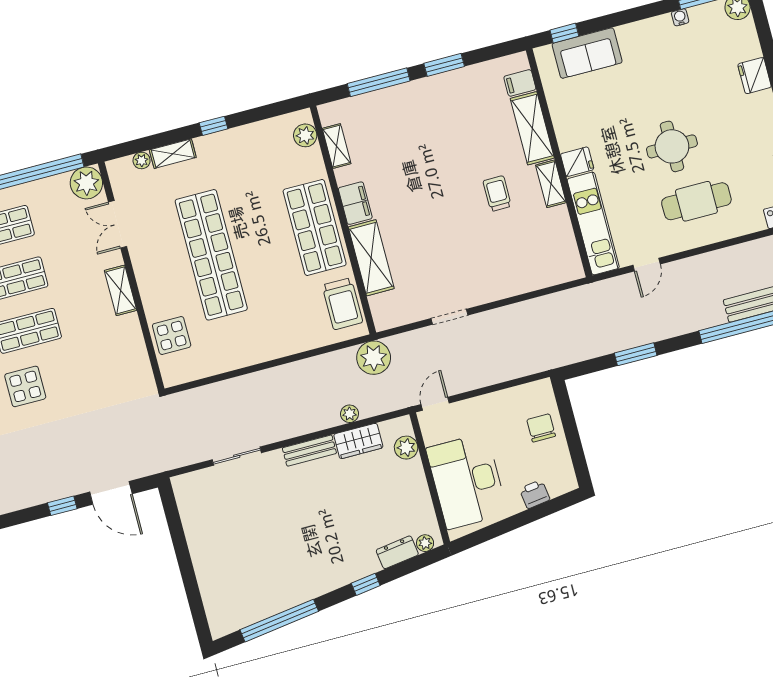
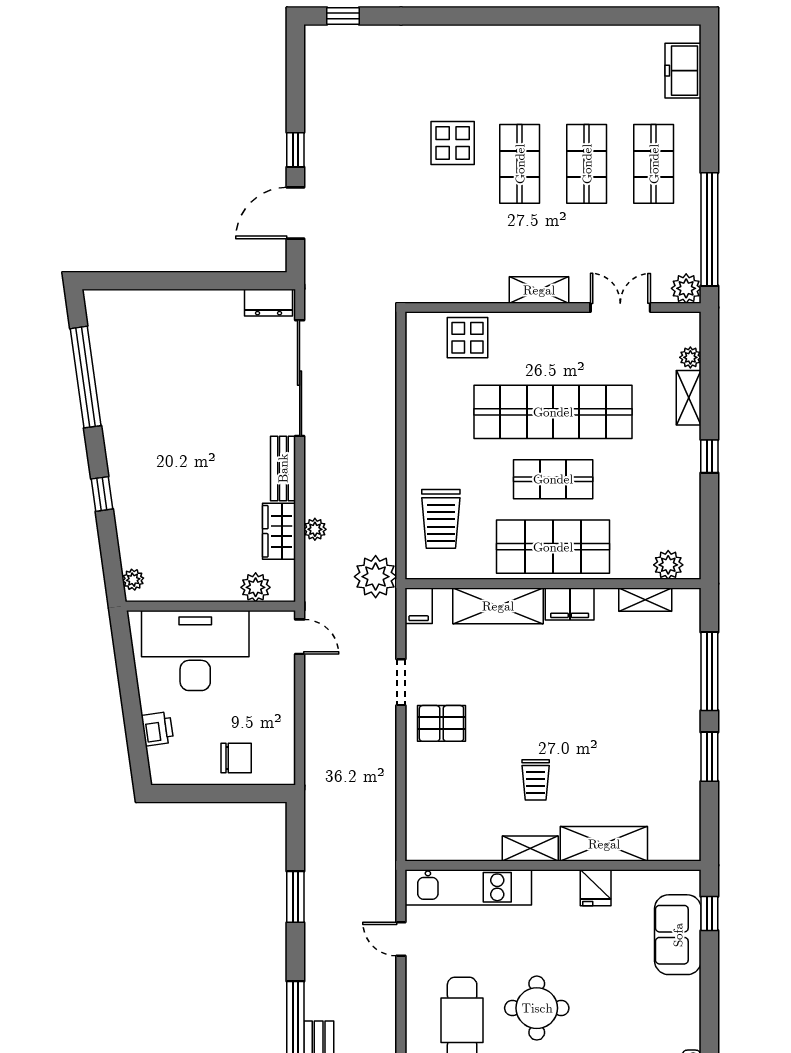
filing cabinet: (520, 83) -> (419, 606), moved, turned 180
fridge: (577, 162) -> (596, 888), moved
plant: (86, 183) -> (686, 288), width x0.73, depth x0.73
trolley: (497, 194) -> (536, 780), turned 90
shop shelf: (263, 241) -> (553, 479), added
pallet: (473, 277) -> (441, 723), added
trolley: (342, 304) -> (441, 519), moved, turned -90
sliding door: (237, 456) -> (300, 378), width x1.86
dresser: (397, 552) -> (269, 303), moved, turned 98

